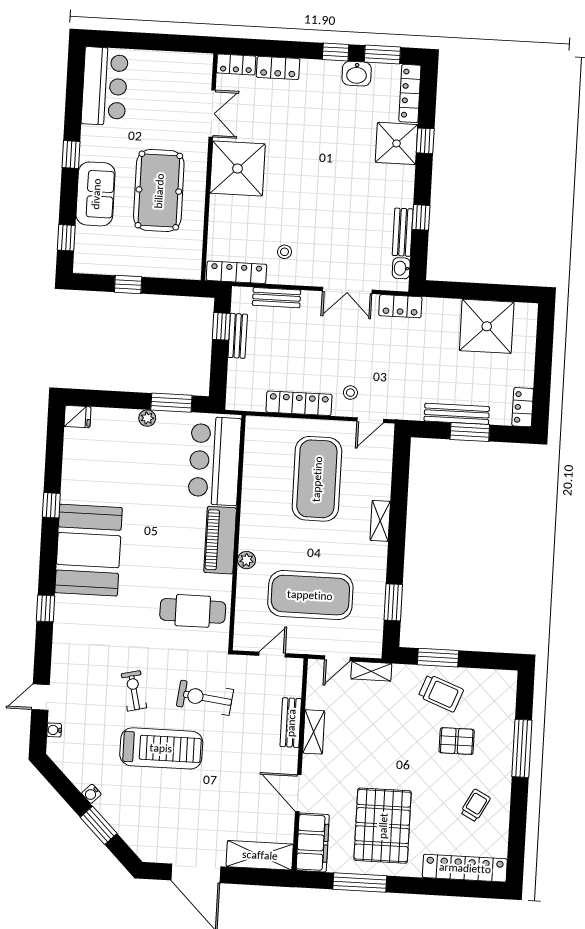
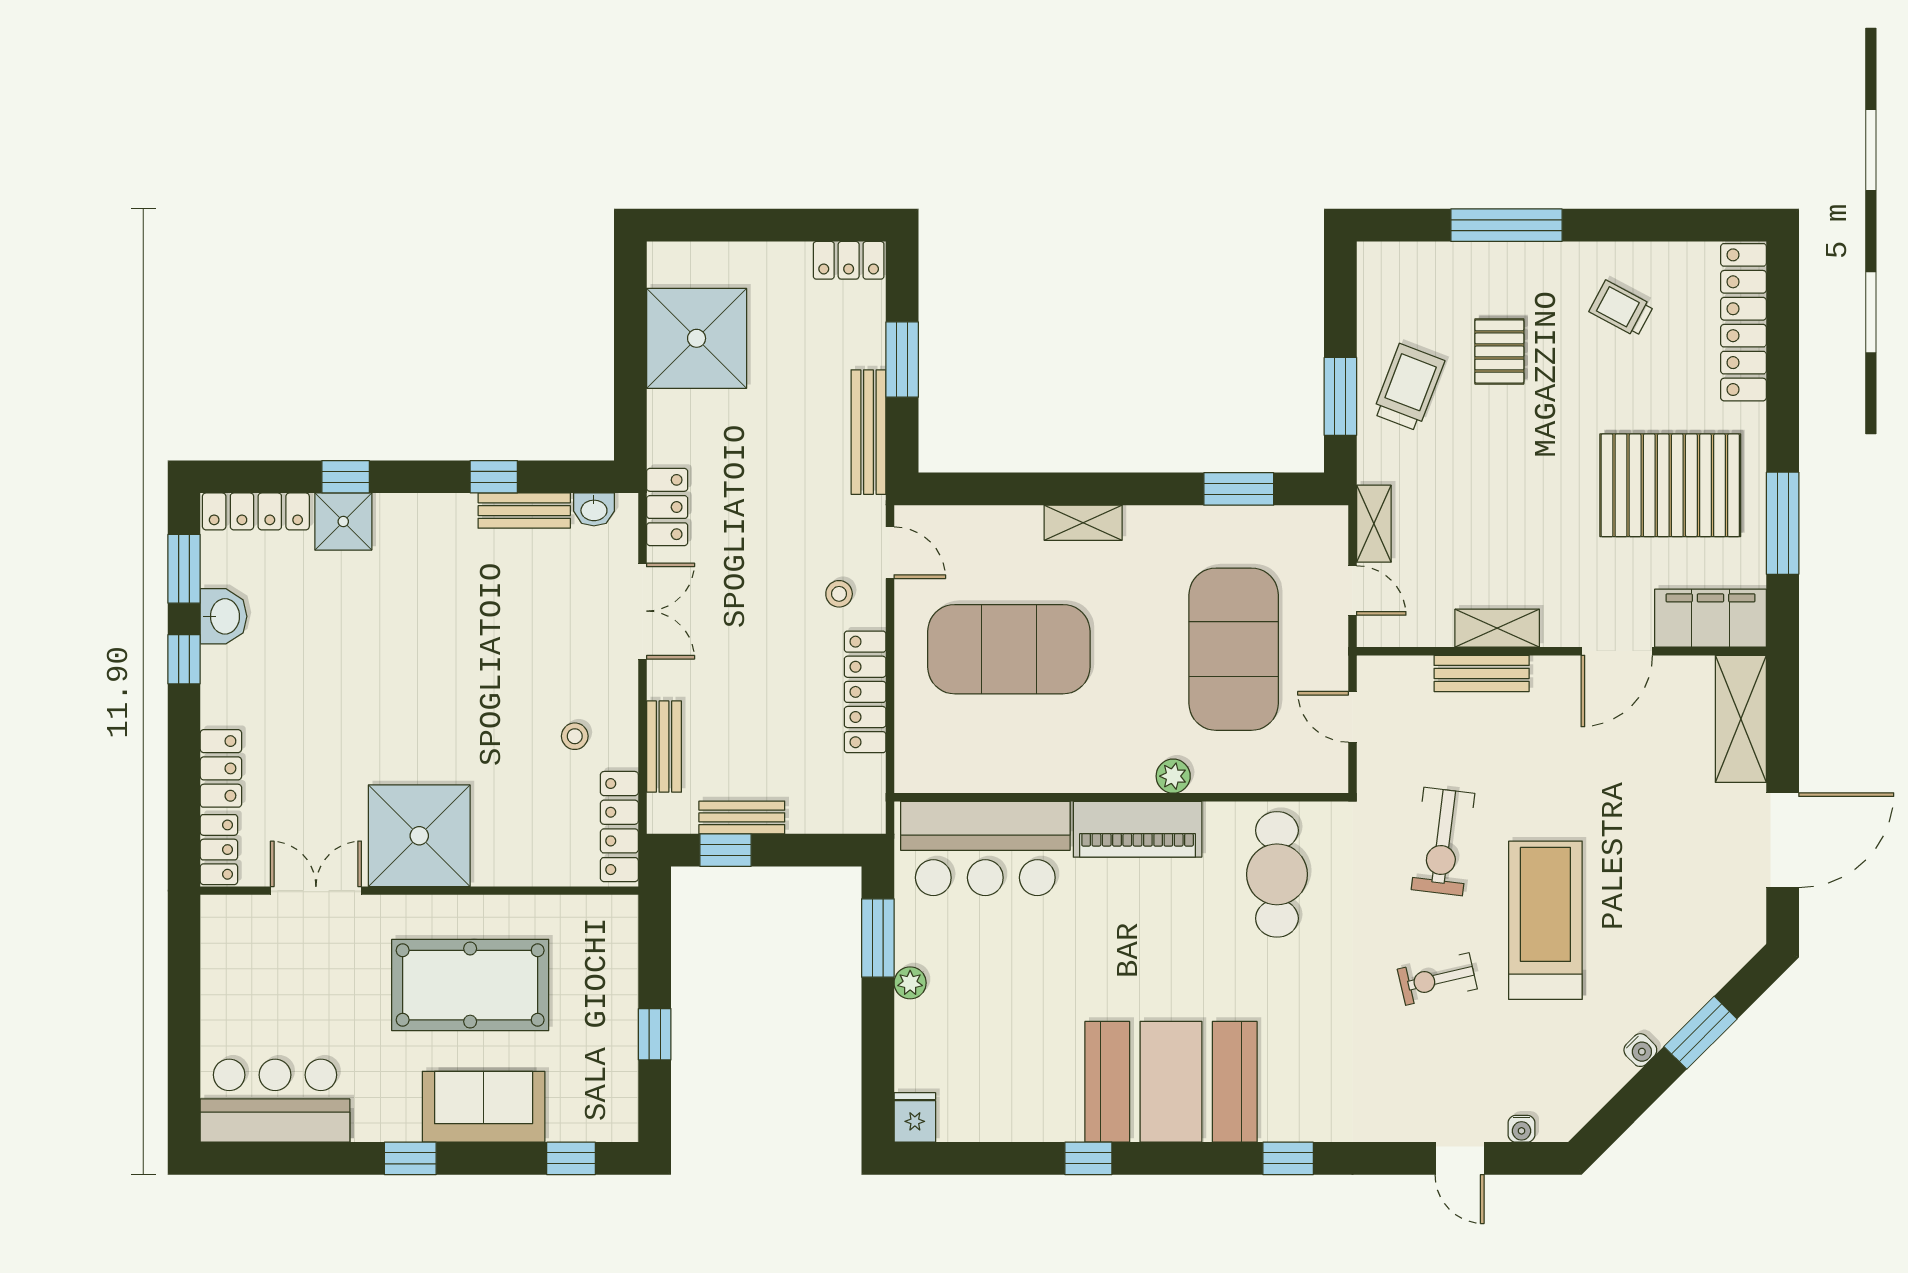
shower: (397, 143) -> (343, 522), width x0.73, depth x0.73
bench: (457, 414) -> (868, 432), moved

